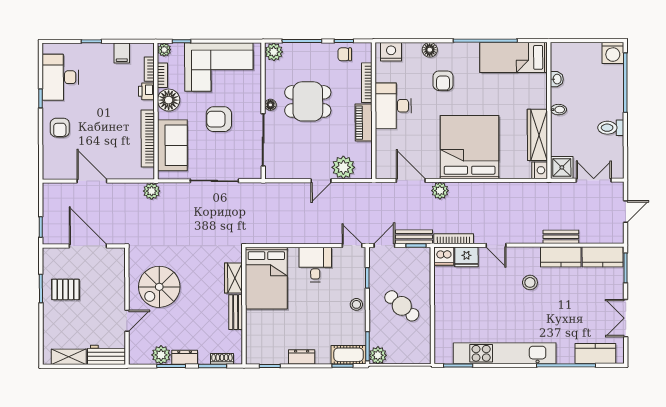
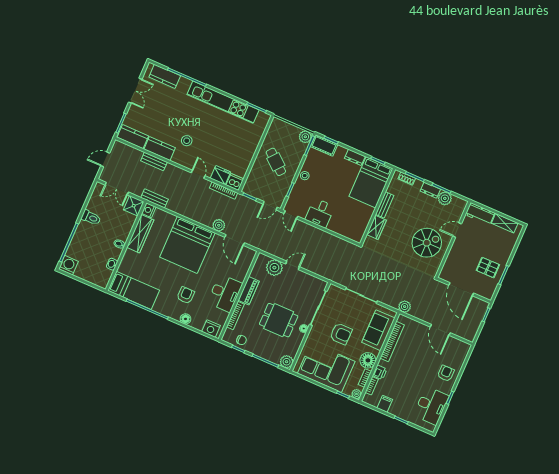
bench: (414, 237) -> (154, 198), moved
bed: (266, 278) -> (371, 182), moved, turned 180

